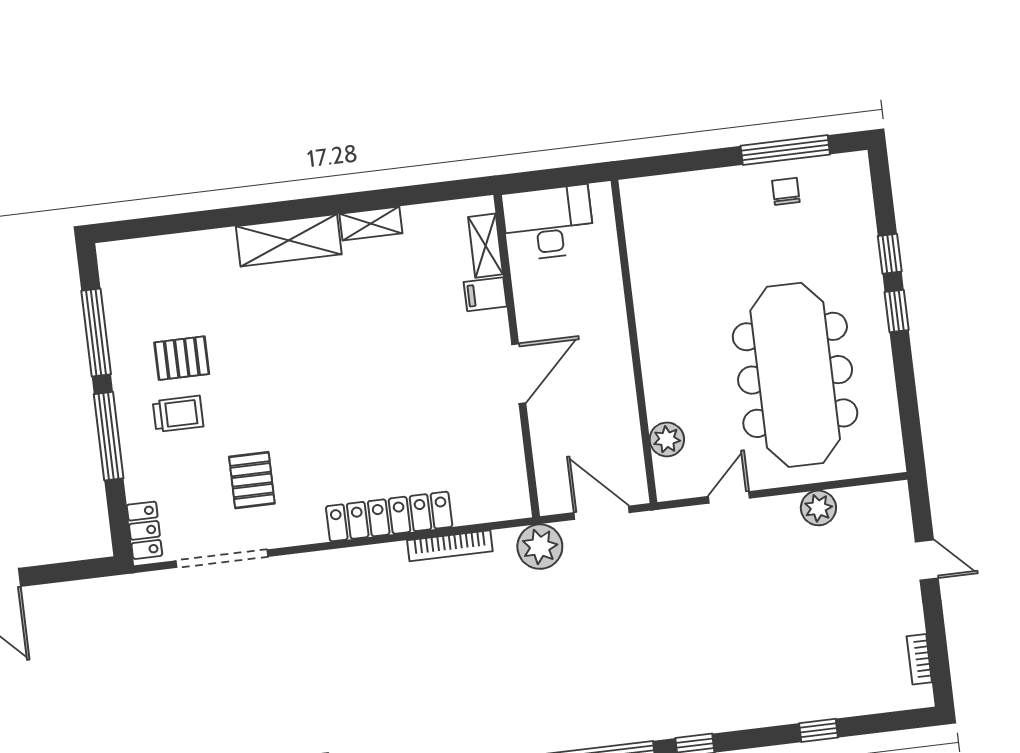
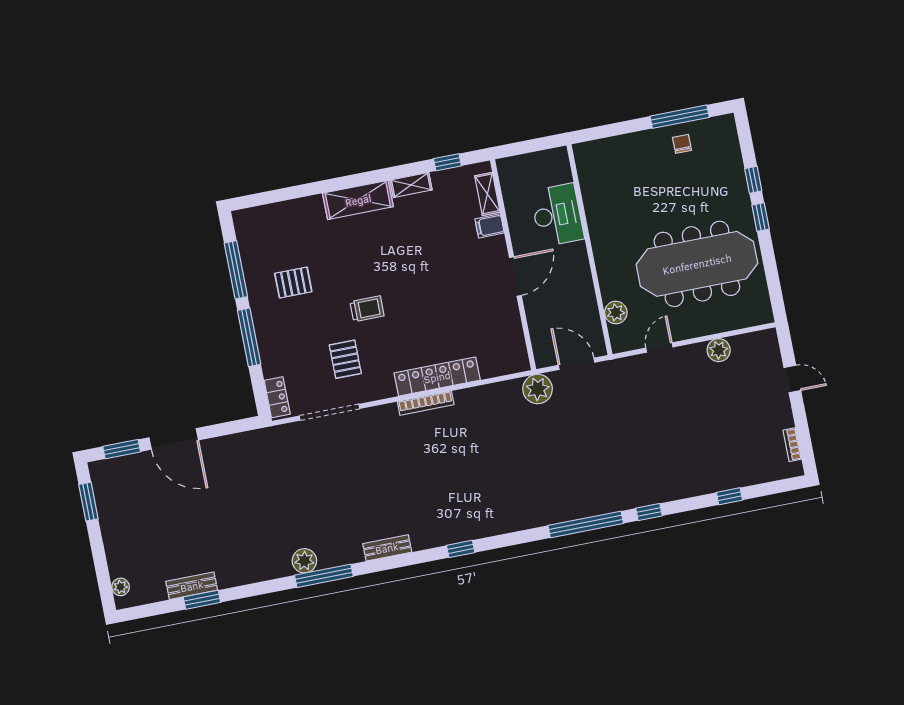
window: (429, 193) -> (447, 162), added
desk: (548, 223) -> (557, 215), moved, turned 90
meeting table: (795, 375) -> (697, 264), turned 90
trolley: (178, 414) -> (367, 309), moved
bookcase: (450, 546) -> (426, 403), moved

